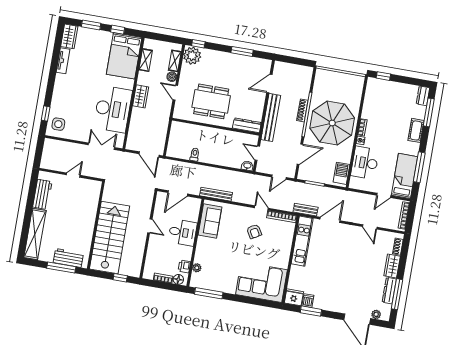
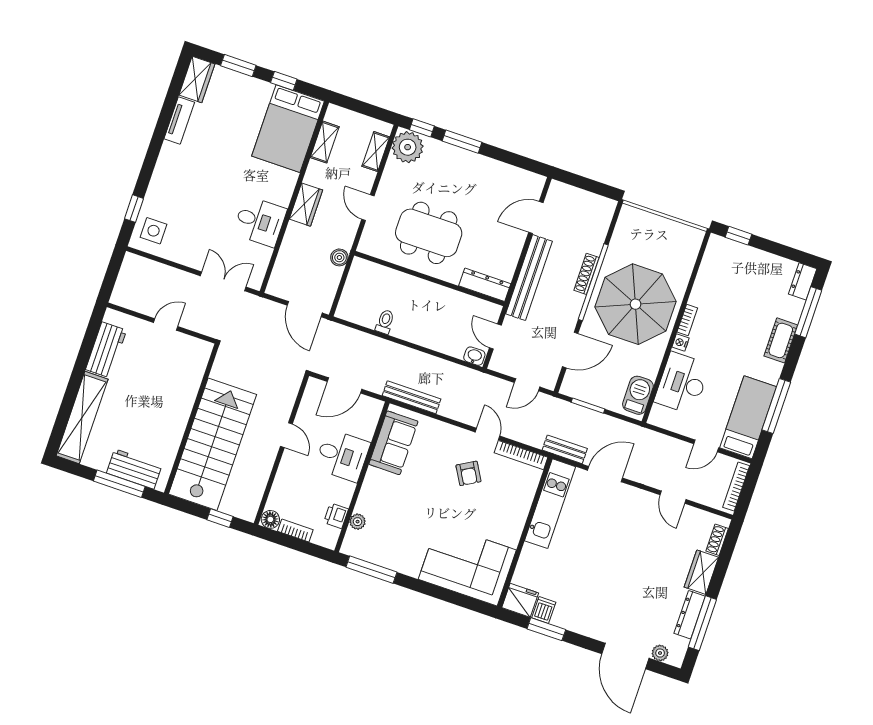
window: (242, 51) -> (462, 142), moved
boiler: (172, 77) -> (339, 257), moved
desk: (113, 109) -> (260, 221), width x0.53, depth x0.77
floor lamp: (178, 279) -> (270, 519), moved

